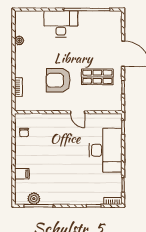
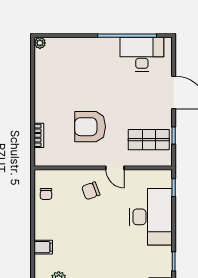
desk: (61, 24) -> (142, 54), moved
plant: (19, 40) -> (40, 43), moved
shop shelf: (97, 77) -> (149, 140), moved
chair: (59, 130) -> (91, 191), added

